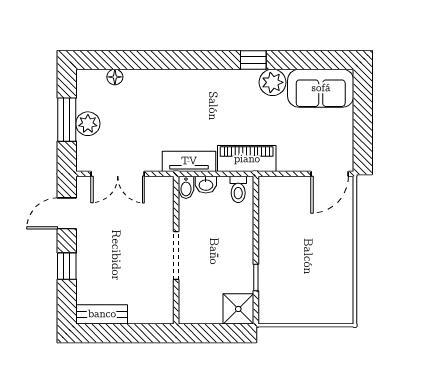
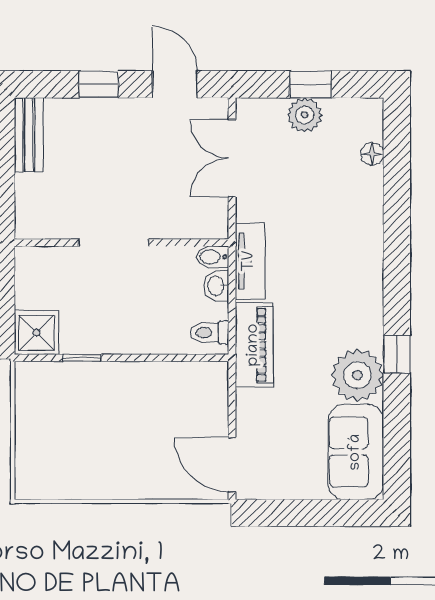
plant: (273, 82) -> (357, 375), width x1.36, depth x1.36
window: (67, 120) -> (311, 84), width x0.67

